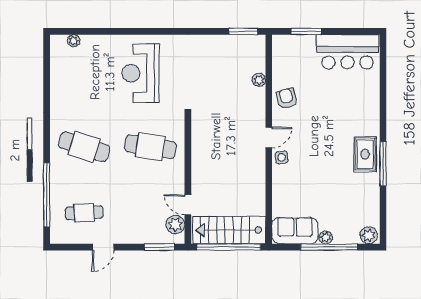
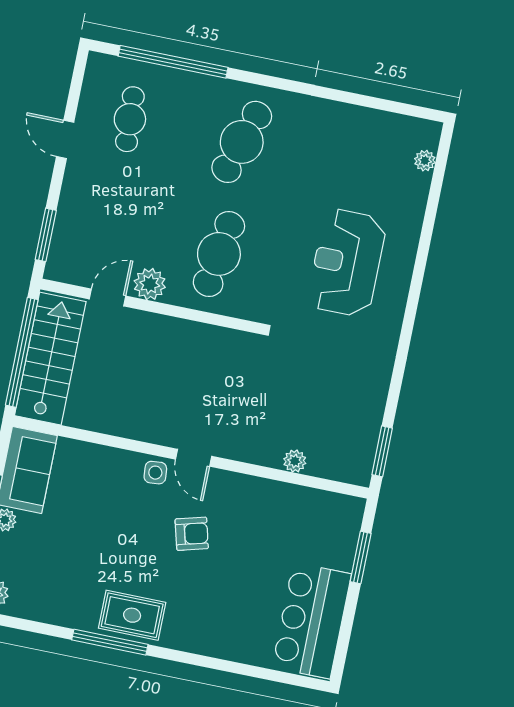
reception desk: (141, 73) -> (347, 263), turned -90
armchair: (287, 98) -> (192, 534), moved
plant: (175, 225) -> (150, 284), moved

